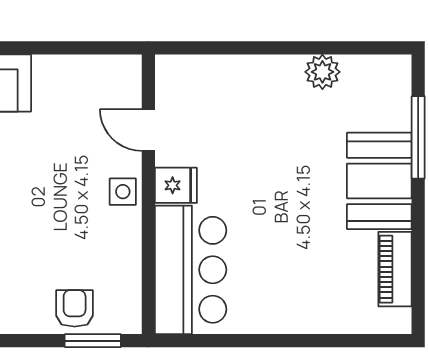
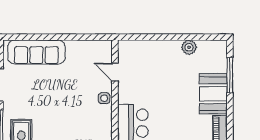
fridge: (176, 185) -> (127, 96), removed

